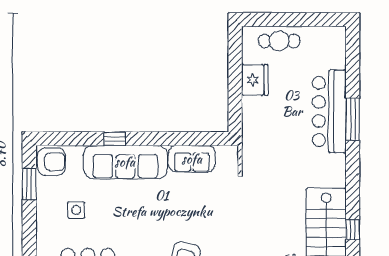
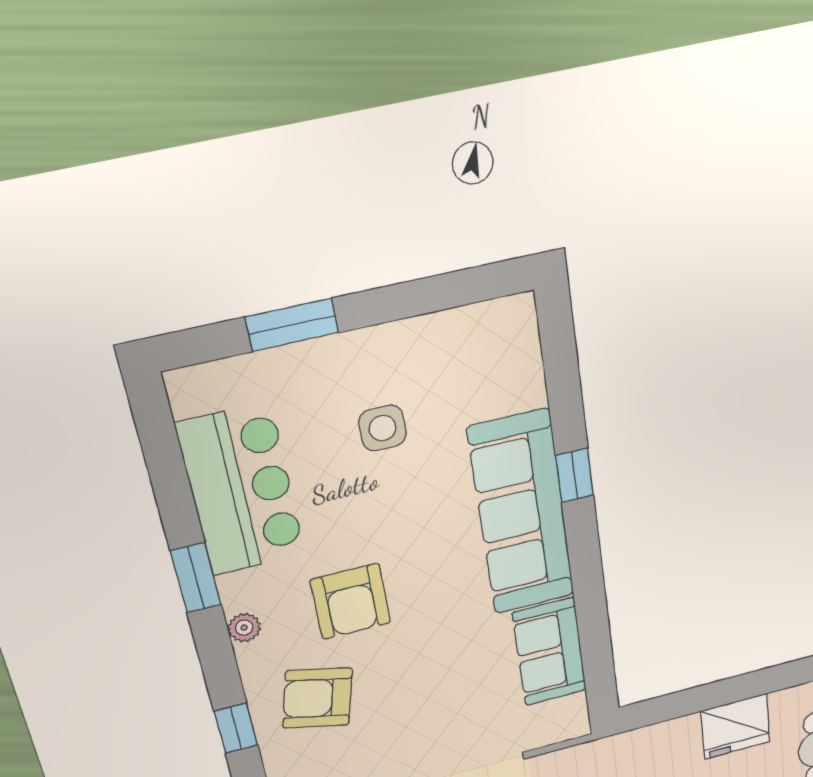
armchair: (51, 162) -> (351, 601), moved
window: (29, 184) -> (292, 325), moved

